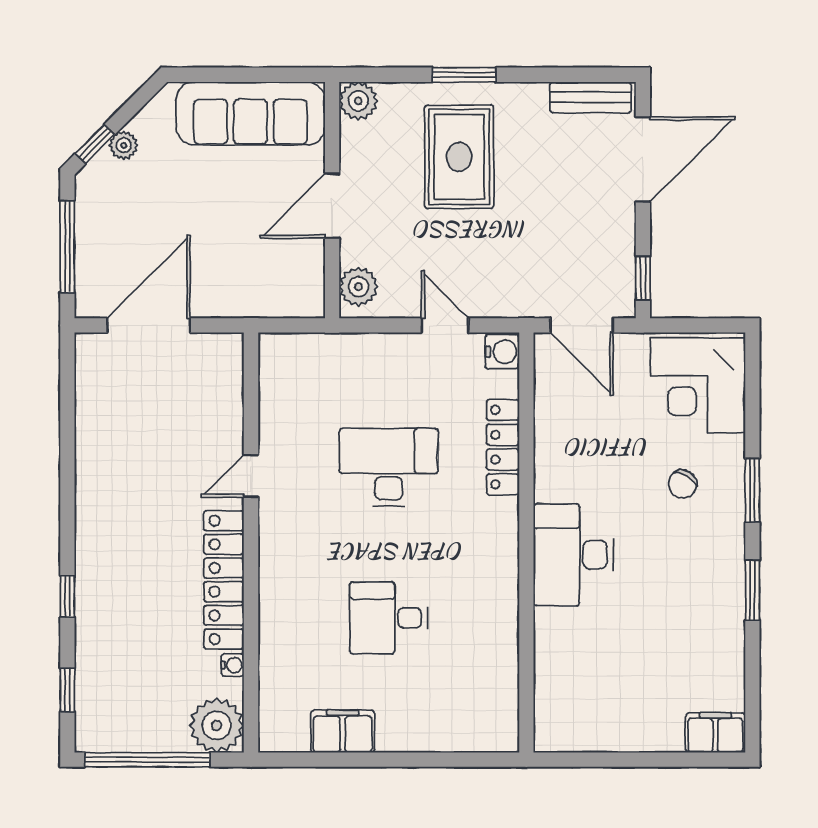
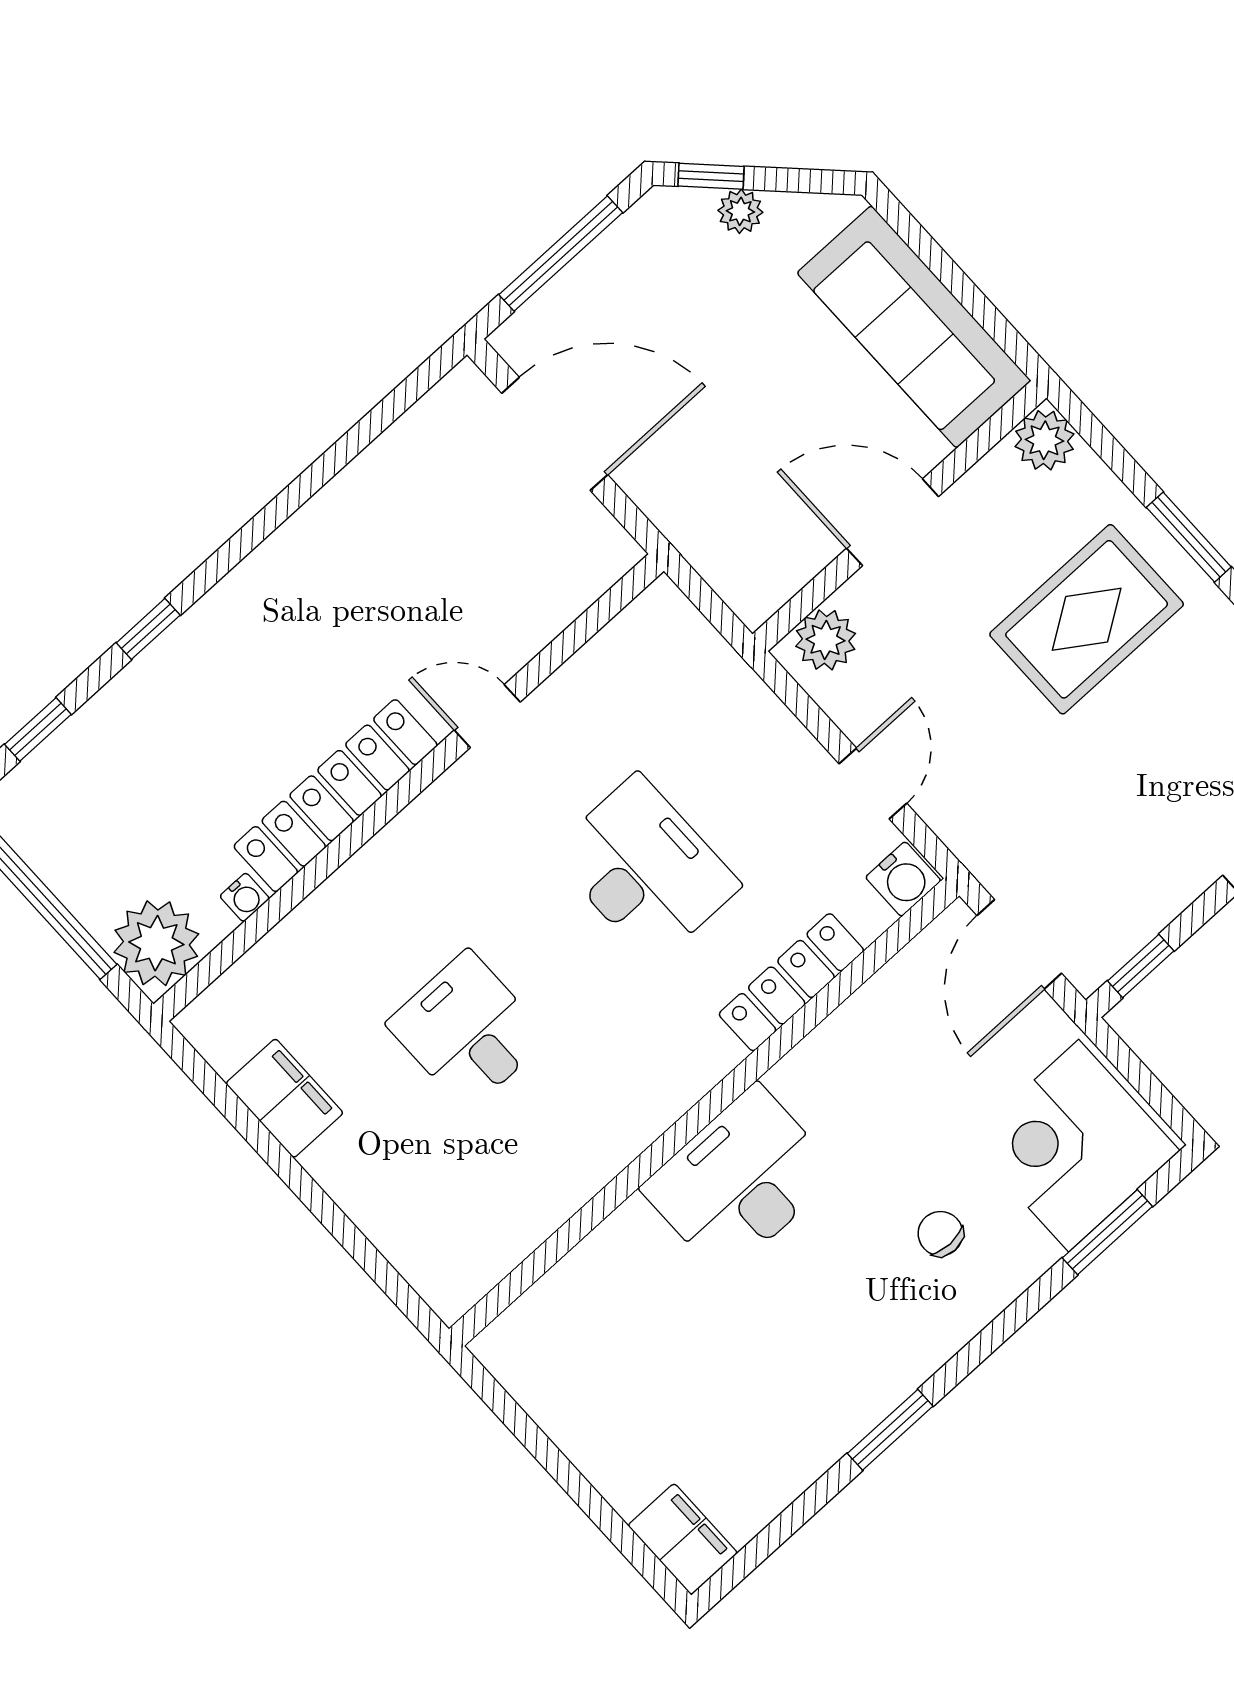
chair: (683, 484) -> (940, 1234), turned 59
window: (752, 490) -> (1107, 1232), moved

